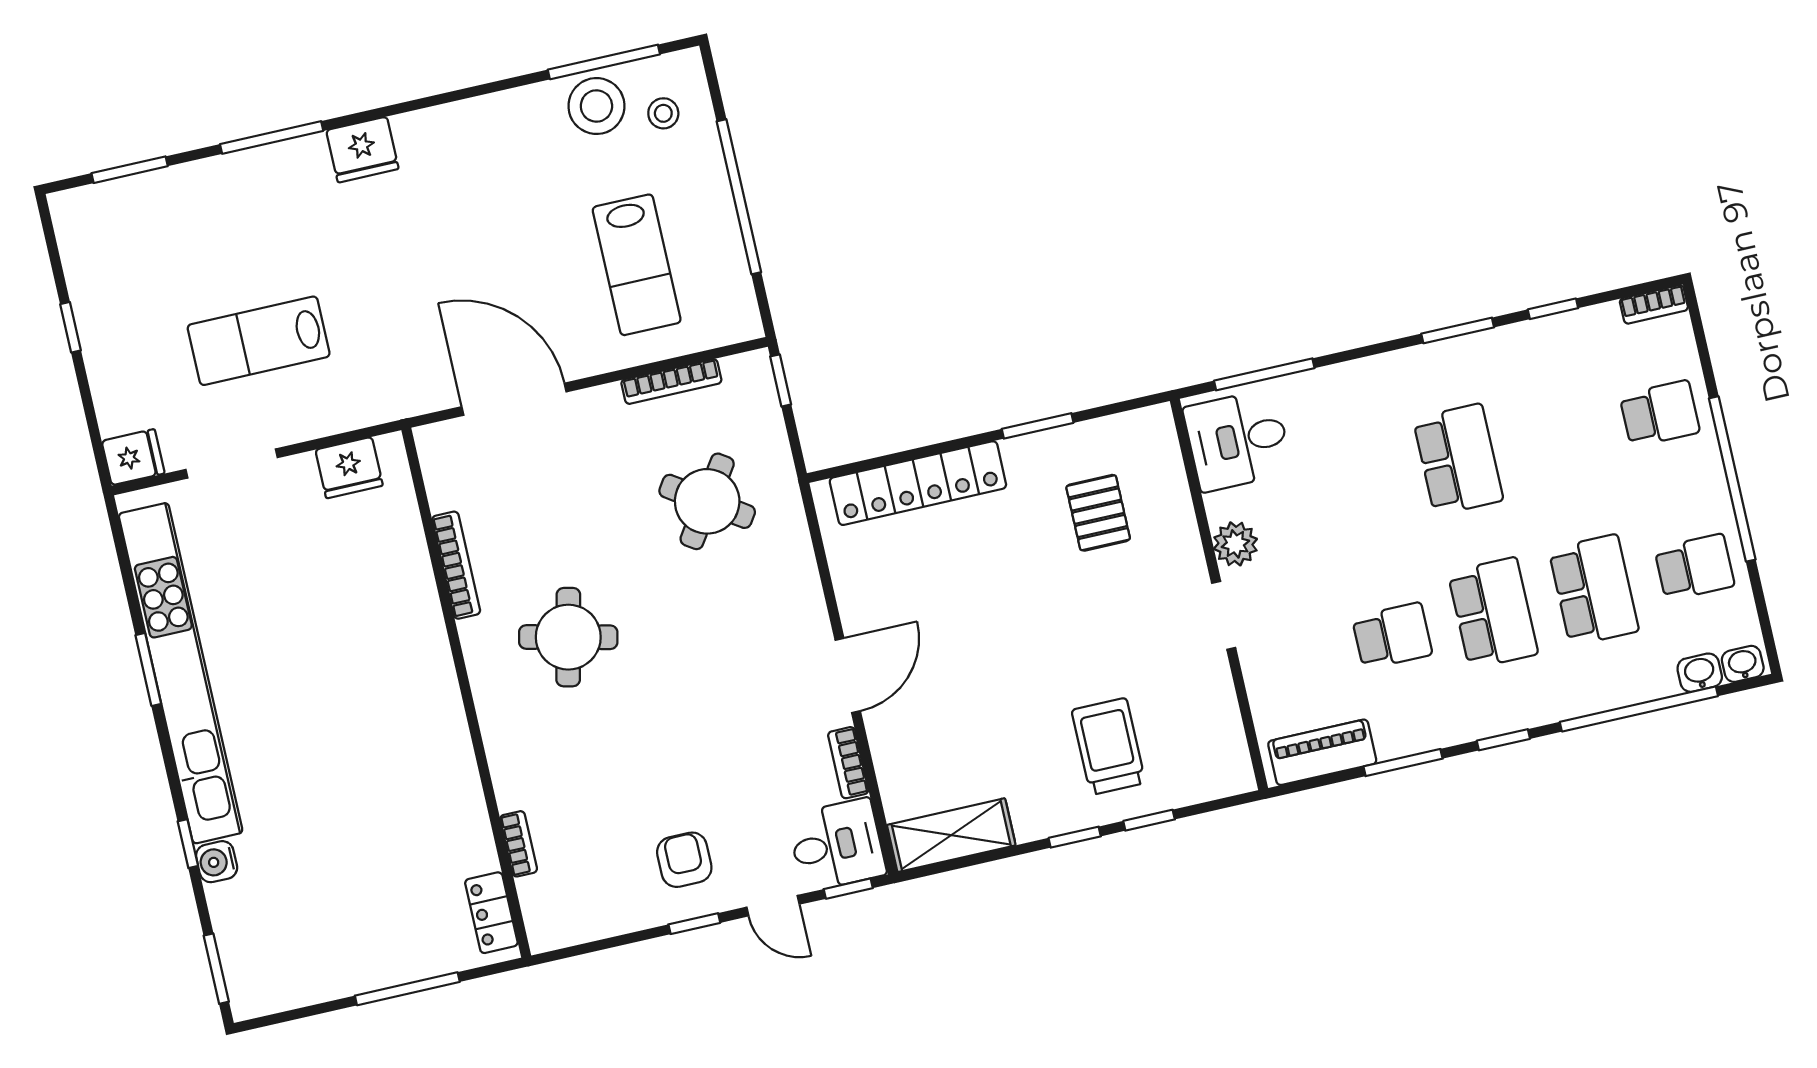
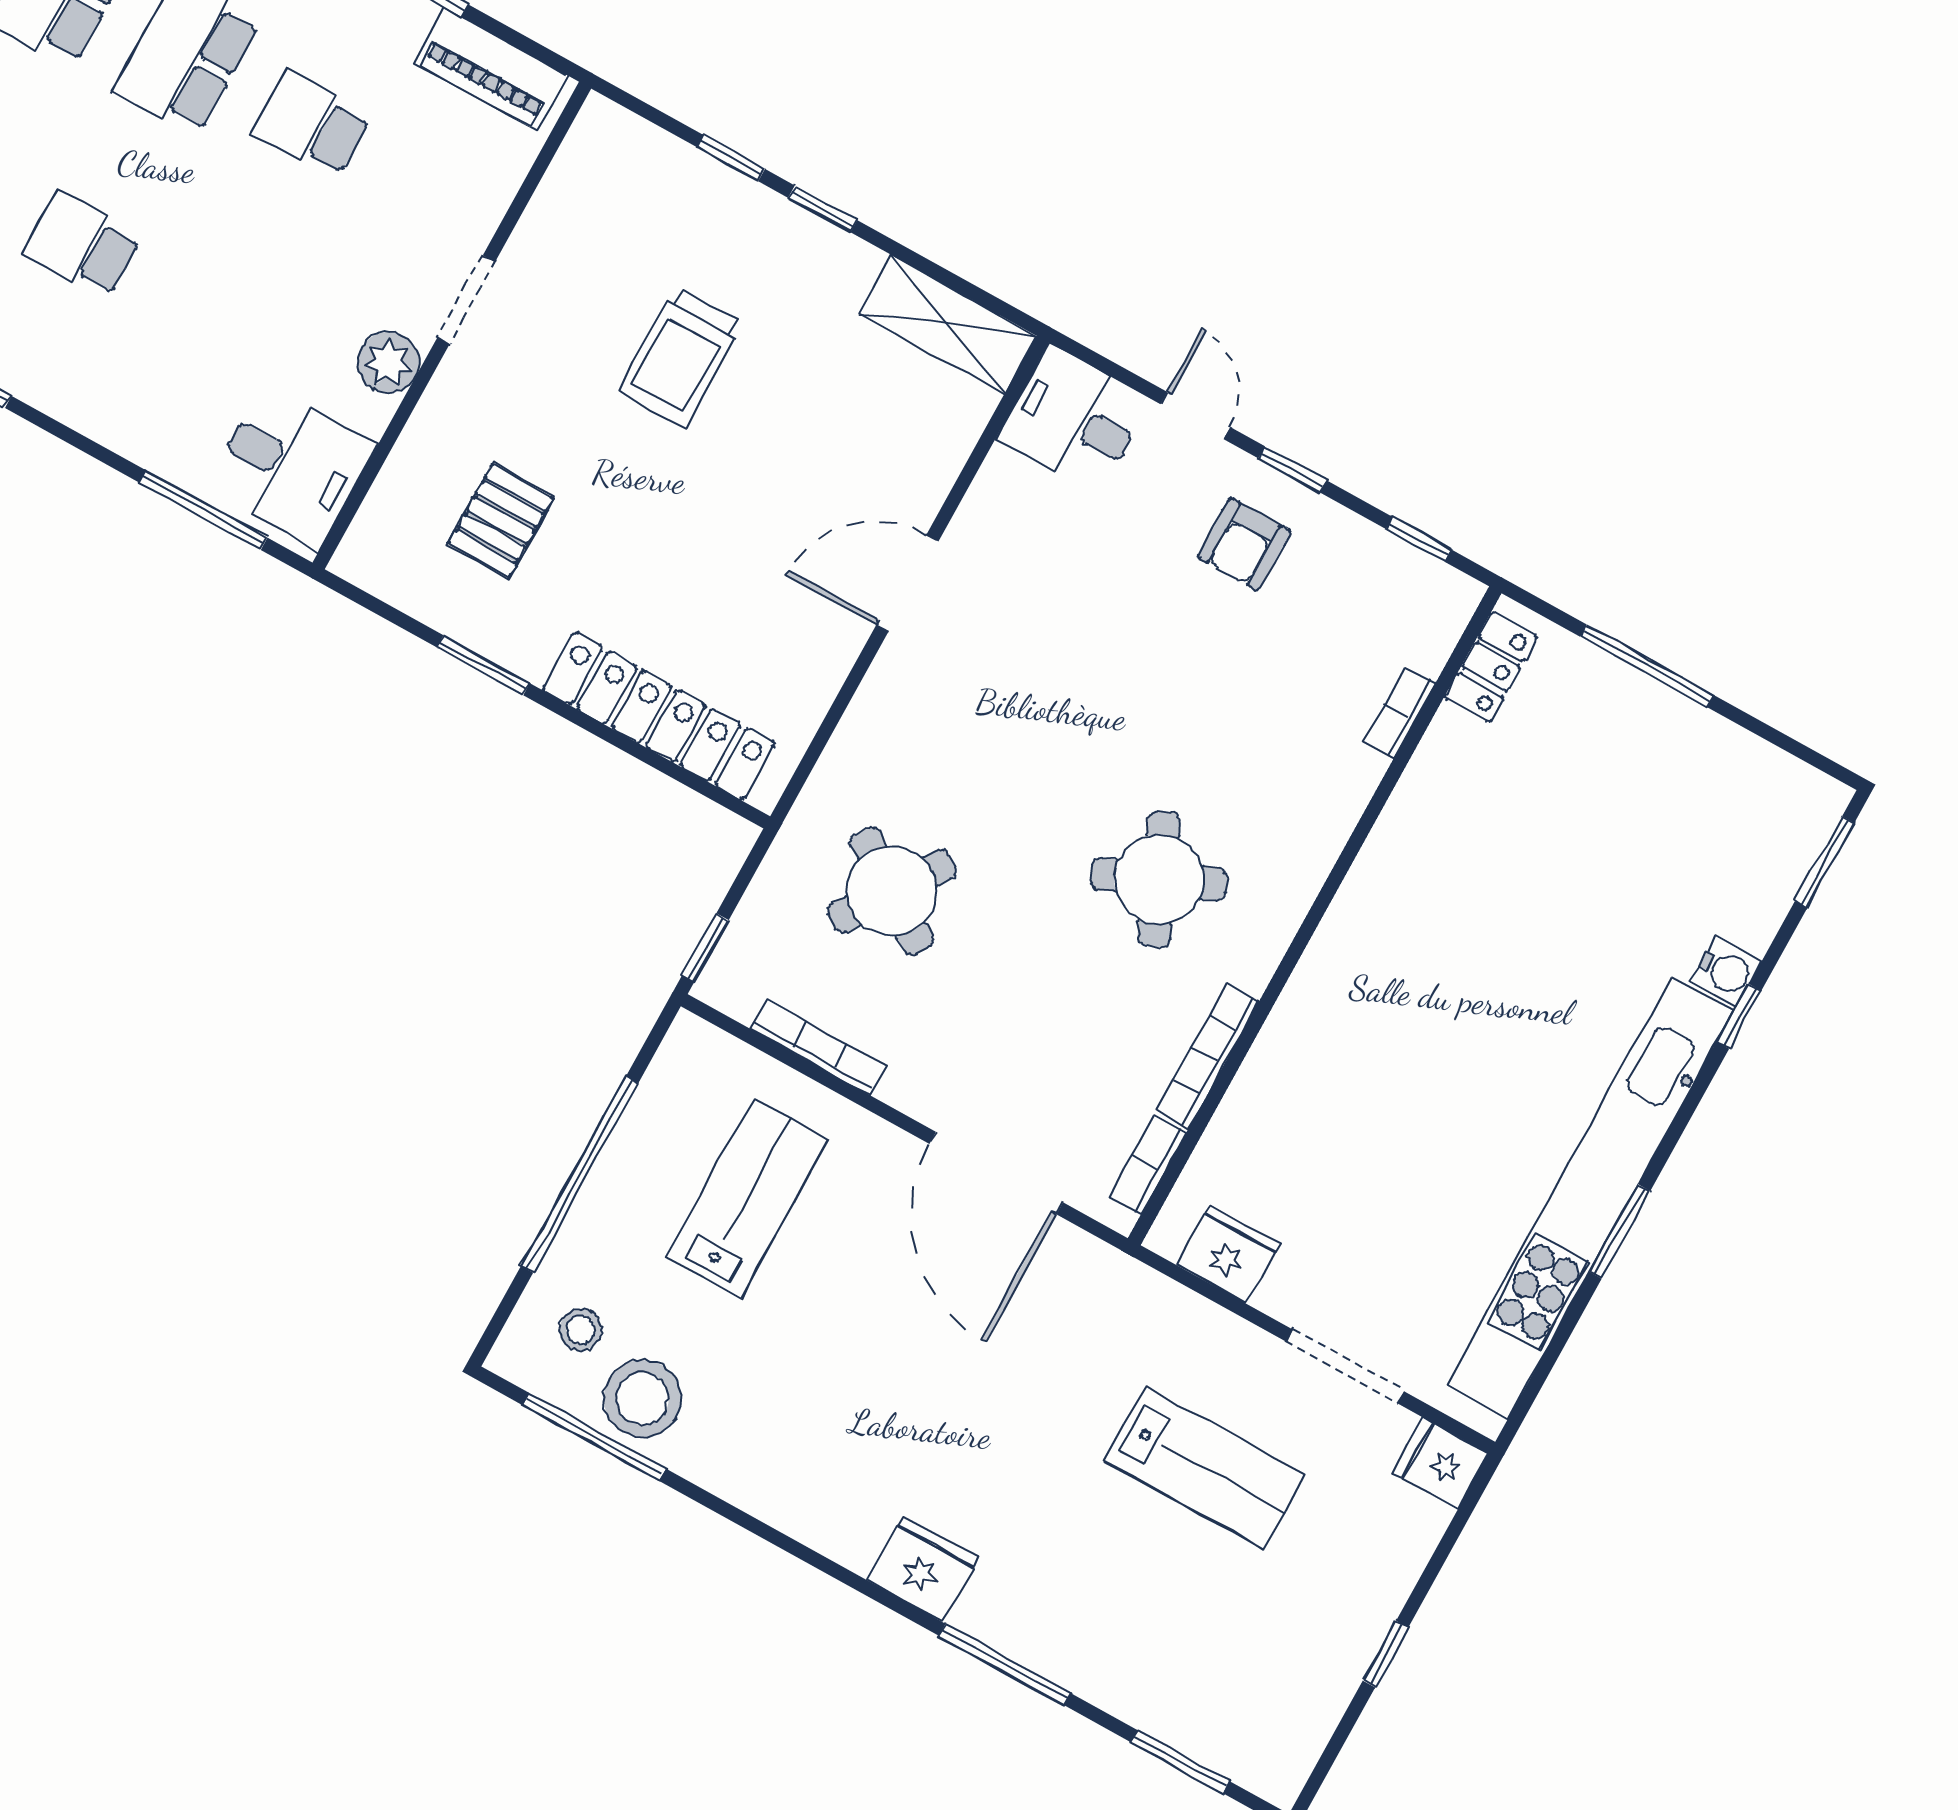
school desk: (1458, 459) -> (82, 245), width x0.54
round table: (568, 637) -> (1159, 879), turned -37
trolley: (1108, 746) -> (680, 357), moved
bookcase: (848, 763) -> (1147, 1165), moved, turned 180
window: (848, 889) -> (1419, 539), moved

